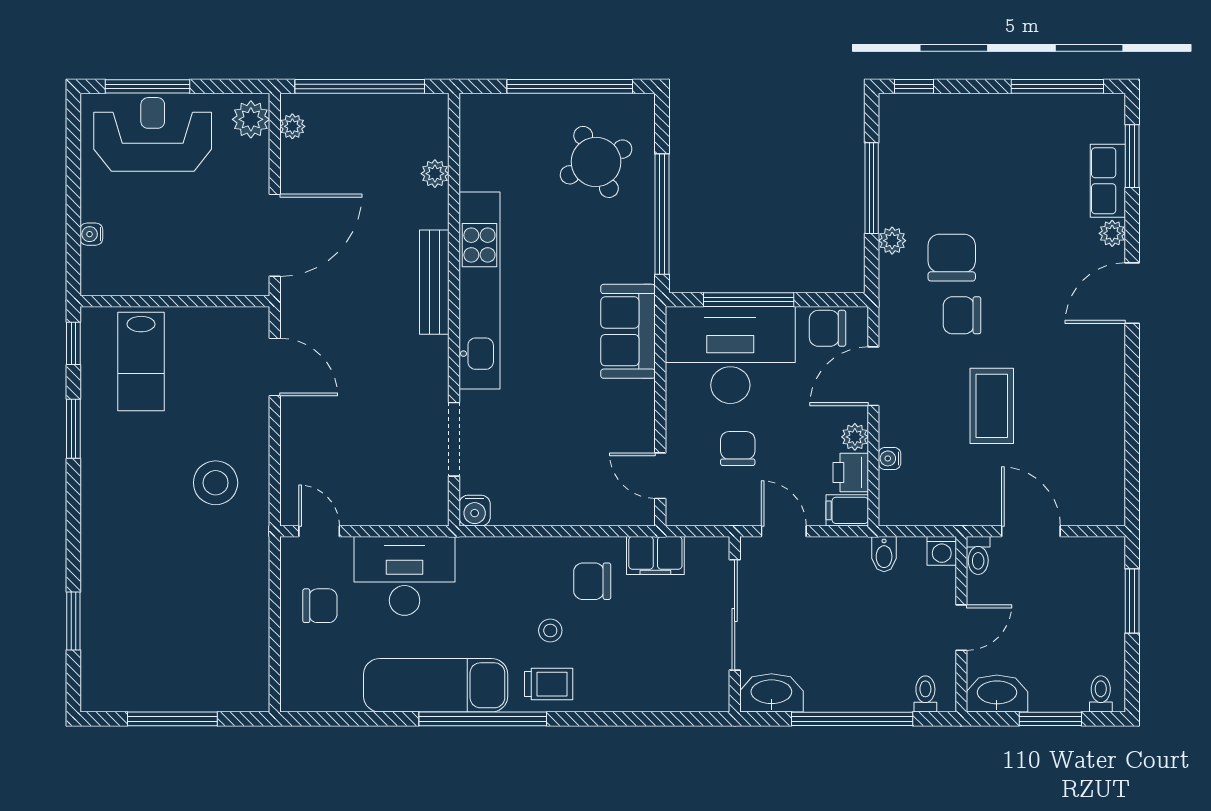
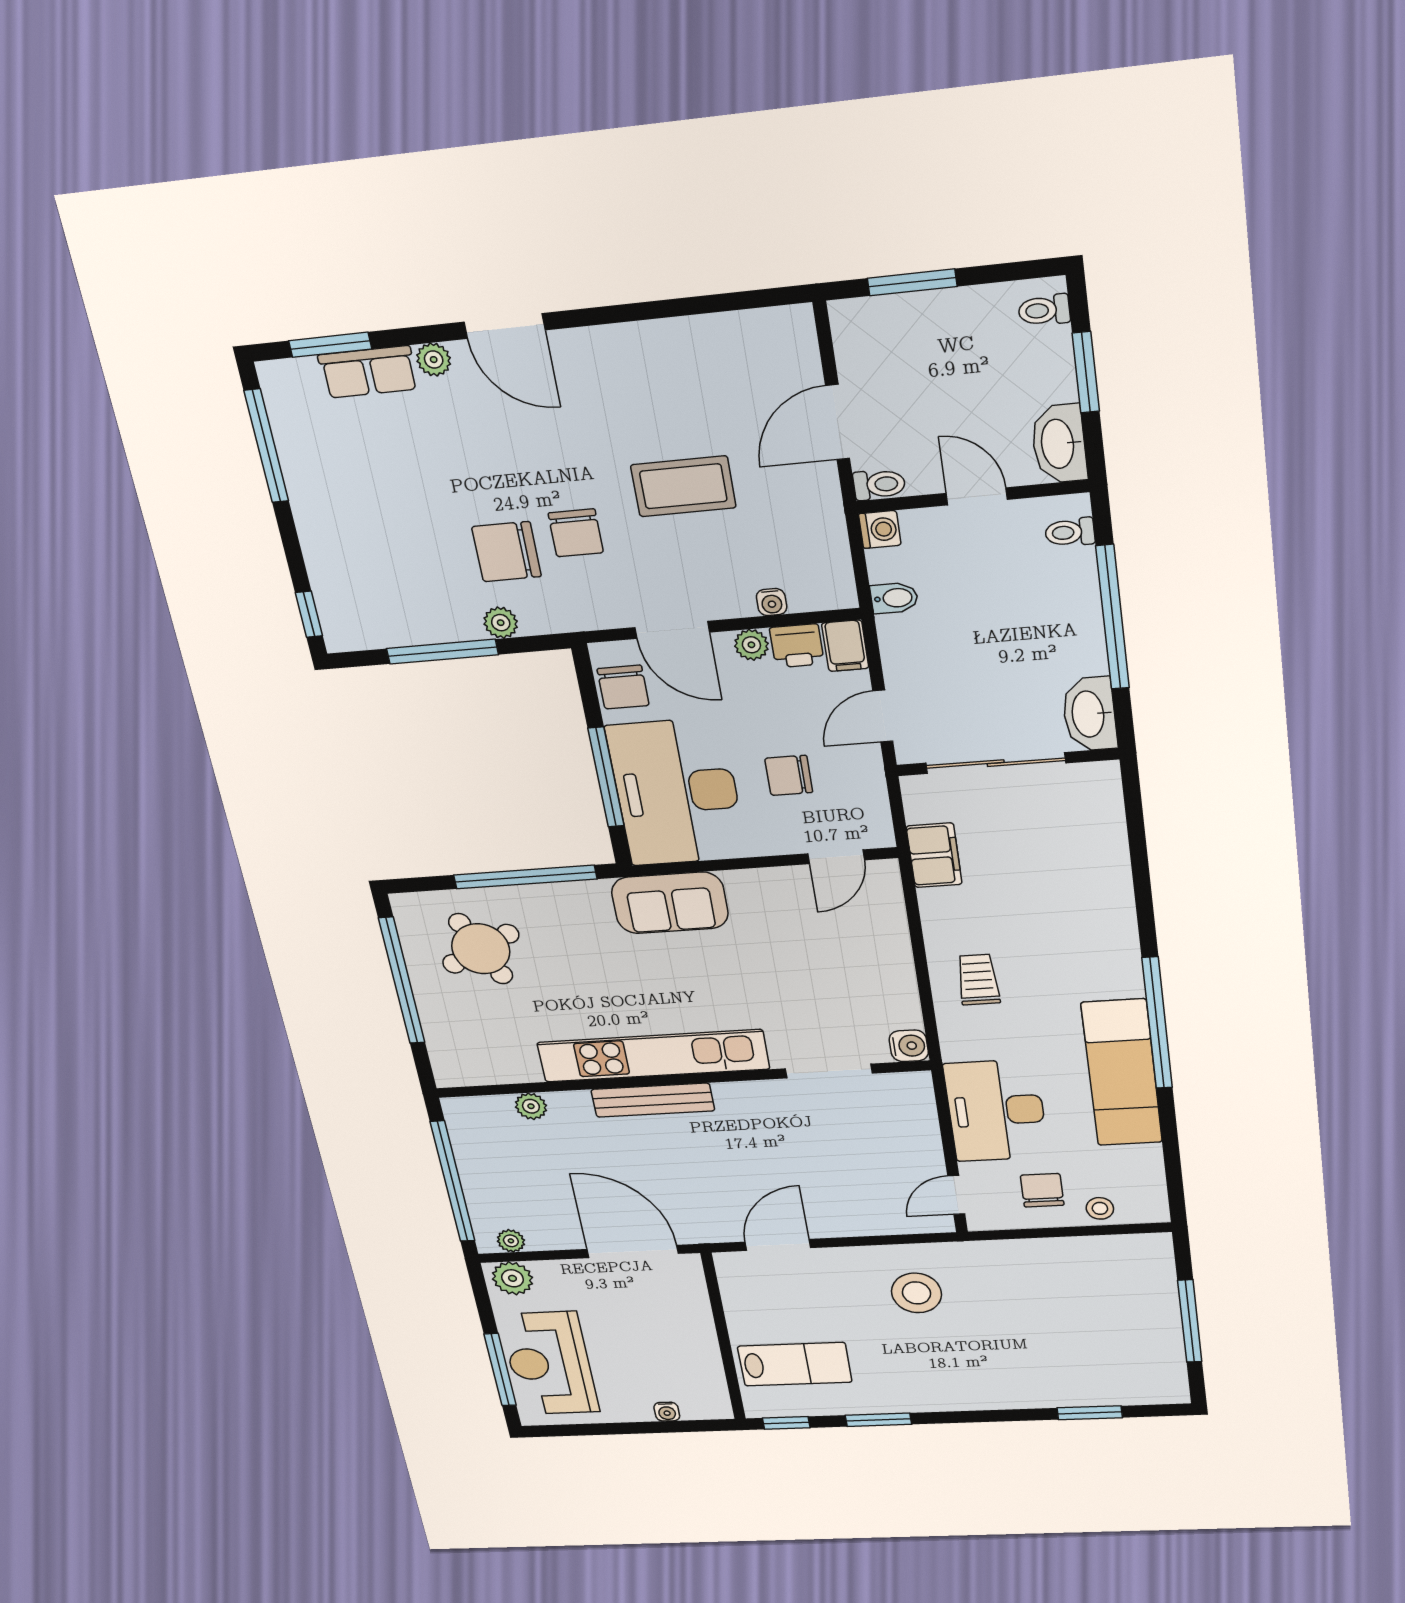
chair: (592, 581) -> (975, 920), removed
stool: (550, 630) -> (1100, 1208), moved
trolley: (549, 684) -> (978, 980), moved

